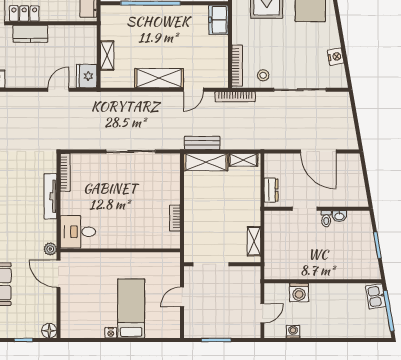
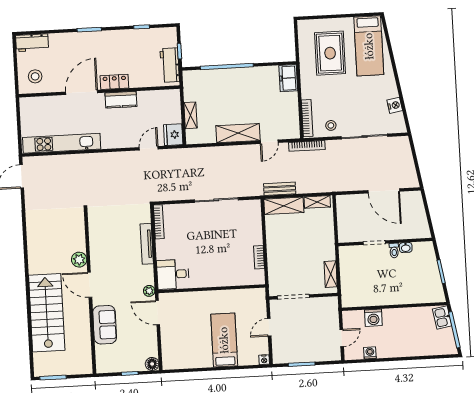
dresser: (271, 190) -> (343, 228), removed
nightstand: (111, 333) -> (264, 360), moved

